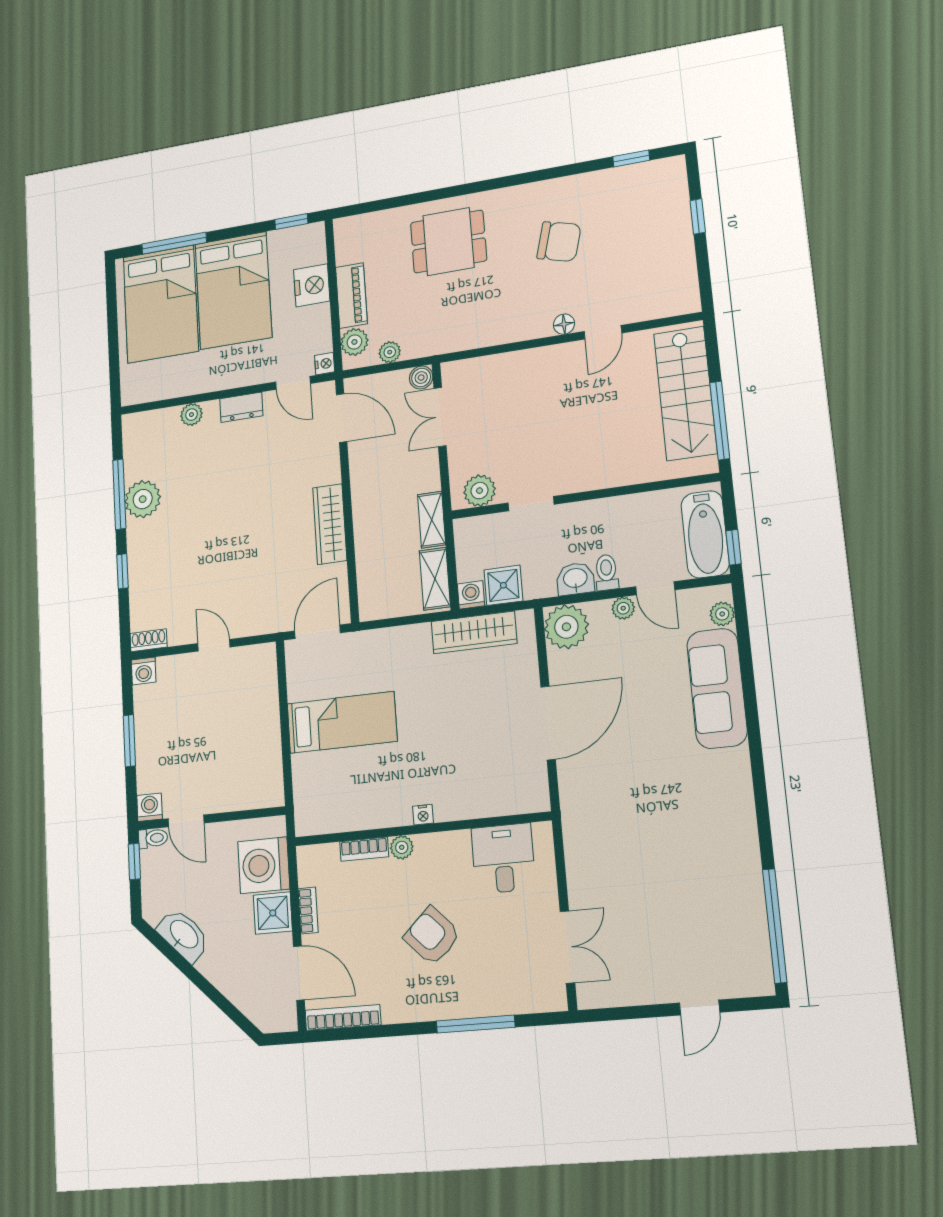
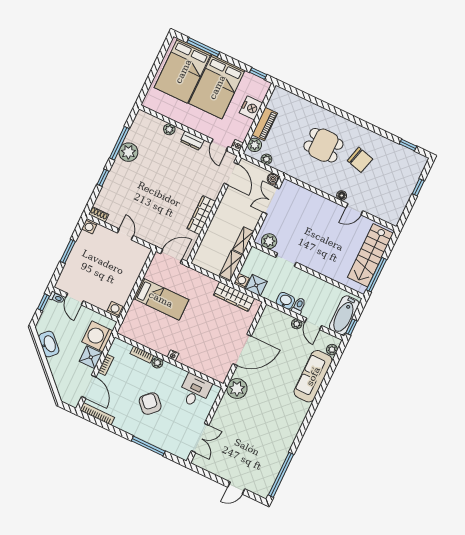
dining table: (448, 242) -> (323, 145), moved
plant: (566, 627) -> (237, 389), moved
washing machine: (150, 807) -> (115, 309), moved

